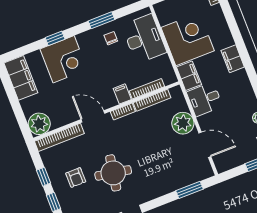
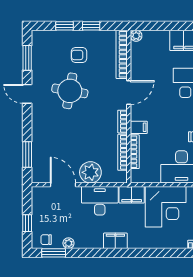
filing cabinet: (233, 59) -> (115, 241), moved
desk: (205, 99) -> (100, 201), width x1.37
plant: (39, 124) -> (136, 36), width x0.53, depth x0.53
door: (205, 145) -> (63, 185), swing flipped

